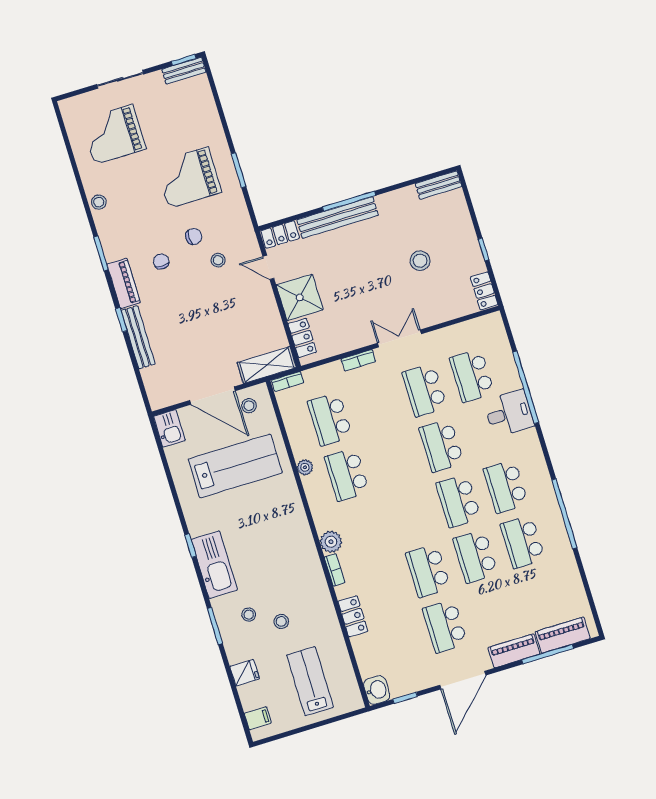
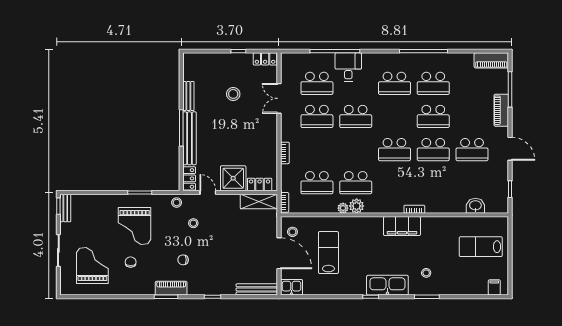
grand piano: (114, 134) -> (92, 265), turned 180
bench: (438, 185) -> (188, 96), moved
stool: (99, 202) -> (177, 203), moved
chair: (194, 237) -> (131, 262), moved
door: (268, 267) -> (208, 192), swing flipped
piano: (124, 283) -> (171, 288), moved
bench: (138, 337) -> (257, 289), moved
double door: (399, 338) -> (279, 98), moved
shelving: (267, 365) -> (259, 201), moved, turned 90
door: (212, 396) -> (279, 253), hinge flipped
lab bench: (235, 466) -> (328, 252), width x0.73, depth x0.72
school desk: (458, 501) -> (394, 150), moved
plant: (331, 542) -> (357, 206), moved
filing cabinet: (305, 560) -> (402, 226), added
locker: (353, 616) -> (448, 207), removed
stool: (281, 621) -> (437, 253), removed
piano: (563, 635) -> (491, 60), moved, turned -90
fridge: (245, 673) -> (463, 287), removed
door: (463, 680) -> (510, 149), width x0.73
washbasin: (377, 690) -> (475, 206), moved

